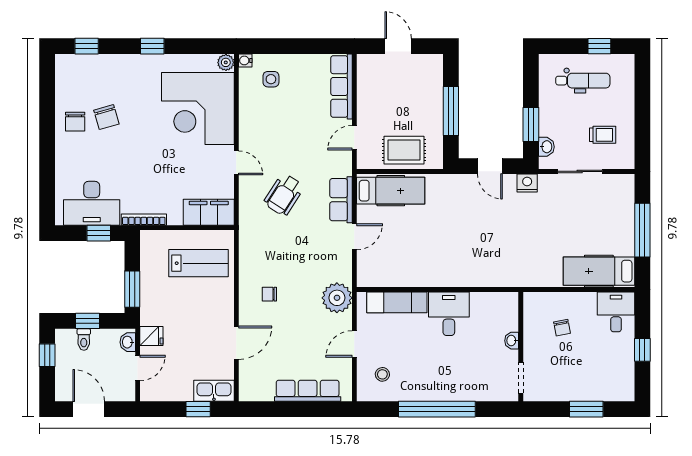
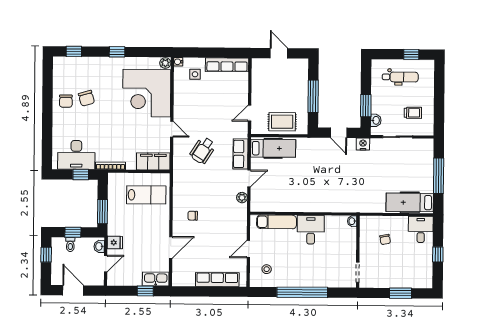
row of seats: (342, 86) -> (227, 65), moved, turned -90
plant: (337, 298) -> (242, 198), moved, width x0.53, depth x0.53
washbasin: (512, 341) -> (352, 221), moved

